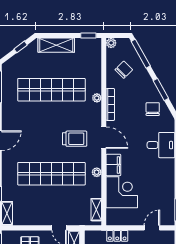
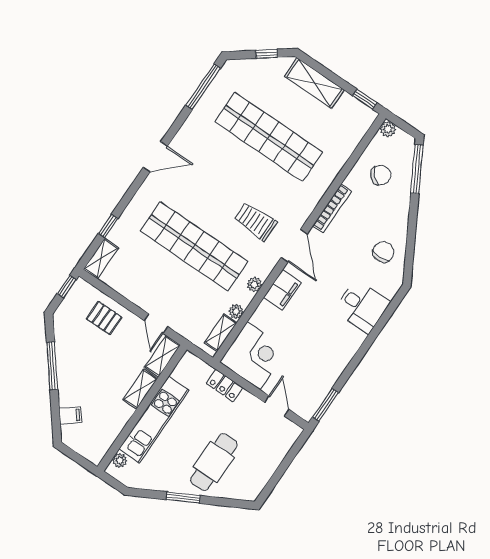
window: (161, 89) -> (411, 234), removed
plant: (97, 98) -> (236, 311), moved
trolley: (75, 139) -> (255, 221), turned 180
corner desk: (122, 192) -> (253, 356), moved
door: (152, 228) -> (277, 406), hinge flipped

